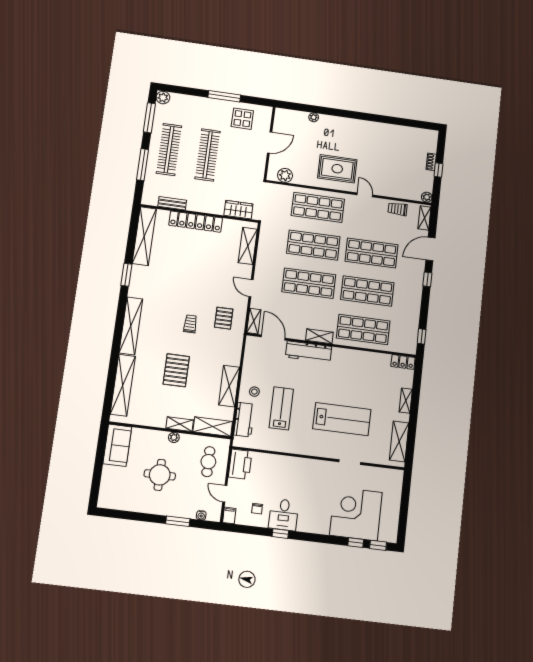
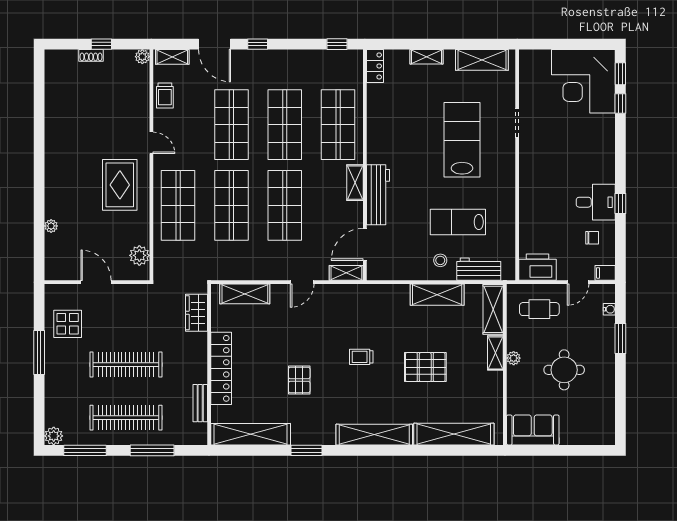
door: (365, 195) -> (151, 143), swing flipped
pallet: (224, 318) -> (299, 380), moved, turned 90
corner desk: (356, 514) -> (583, 81), moved

